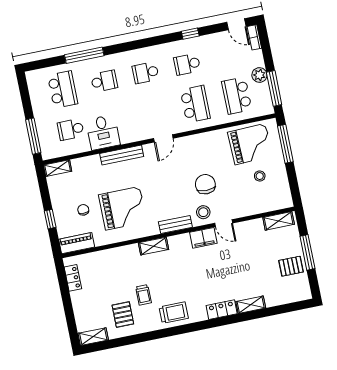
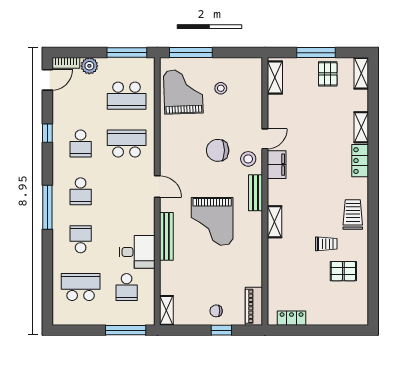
window: (84, 55) -> (47, 207), moved
plant: (259, 75) -> (89, 66), moved
grand piano: (123, 208) -> (212, 221), moved, turned 180
chair: (83, 210) -> (216, 311), moved
shelving: (93, 337) -> (361, 73), moved

